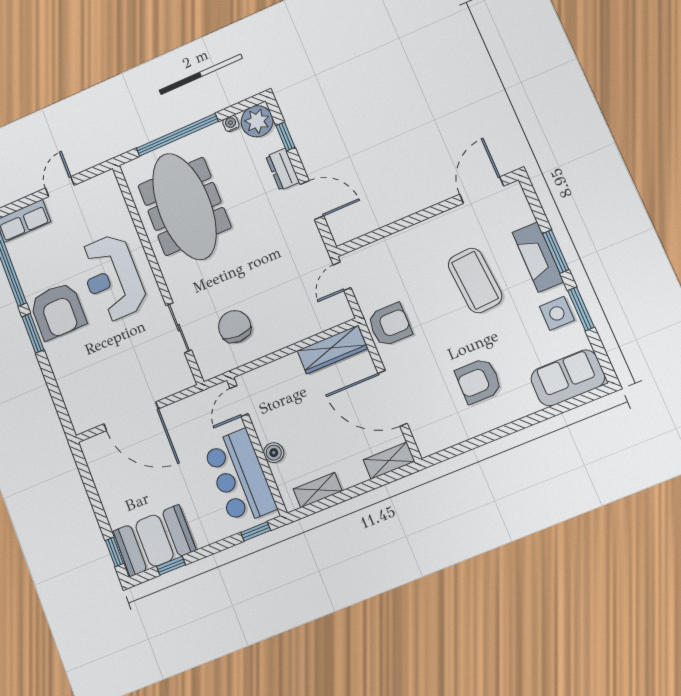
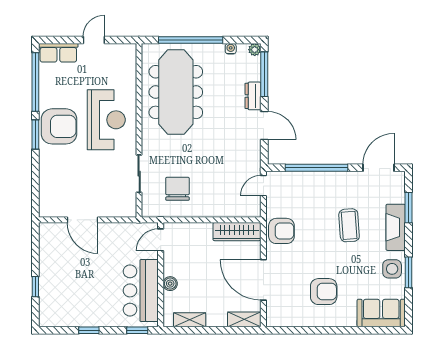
plant: (257, 121) -> (255, 50), width x0.53, depth x0.53
window: (286, 136) -> (264, 74), width x2.17
window: (401, 224) -> (316, 168), added
window: (556, 252) -> (409, 208), moved
reception desk: (112, 278) -> (106, 120), turned 180
coffee table: (475, 280) -> (349, 225), width x0.73, depth x0.76
armchair: (58, 311) -> (59, 126), turned -90
armchair: (478, 381) -> (324, 292), turned 180
door: (131, 416) -> (83, 220), width x0.73
booth: (154, 541) -> (66, 309), removed
window: (114, 552) -> (35, 287), moved
window: (171, 566) -> (89, 330), moved

